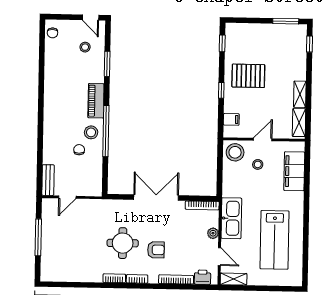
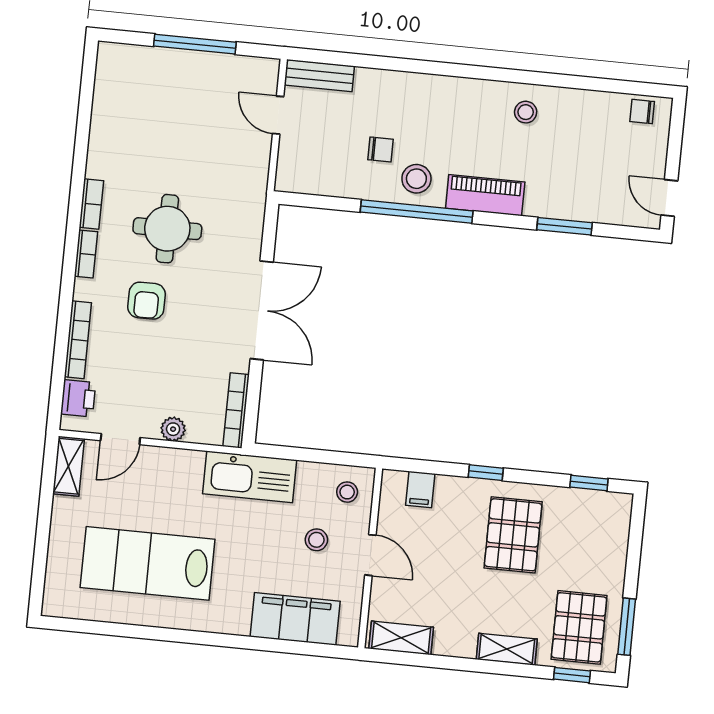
door: (91, 17) -> (669, 198), hinge flipped
pallet: (288, 43) -> (579, 627), added
stool: (85, 47) -> (526, 112), moved
shelving: (300, 94) -> (507, 649), moved
stool: (235, 152) -> (347, 492), width x0.53, depth x0.53
kitchen sink: (231, 218) -> (250, 477), moved

